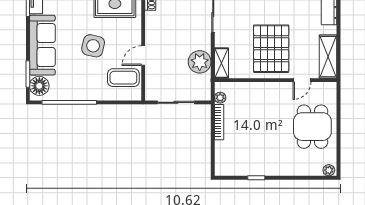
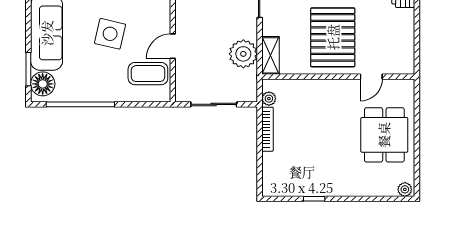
shelving: (328, 57) -> (404, 47), removed

